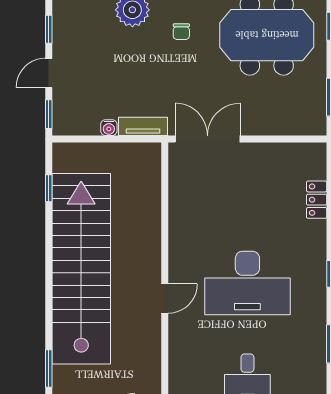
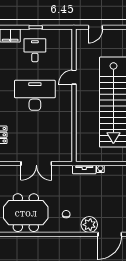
double door: (208, 139) -> (36, 163), moved
door: (165, 298) -> (74, 77), moved

